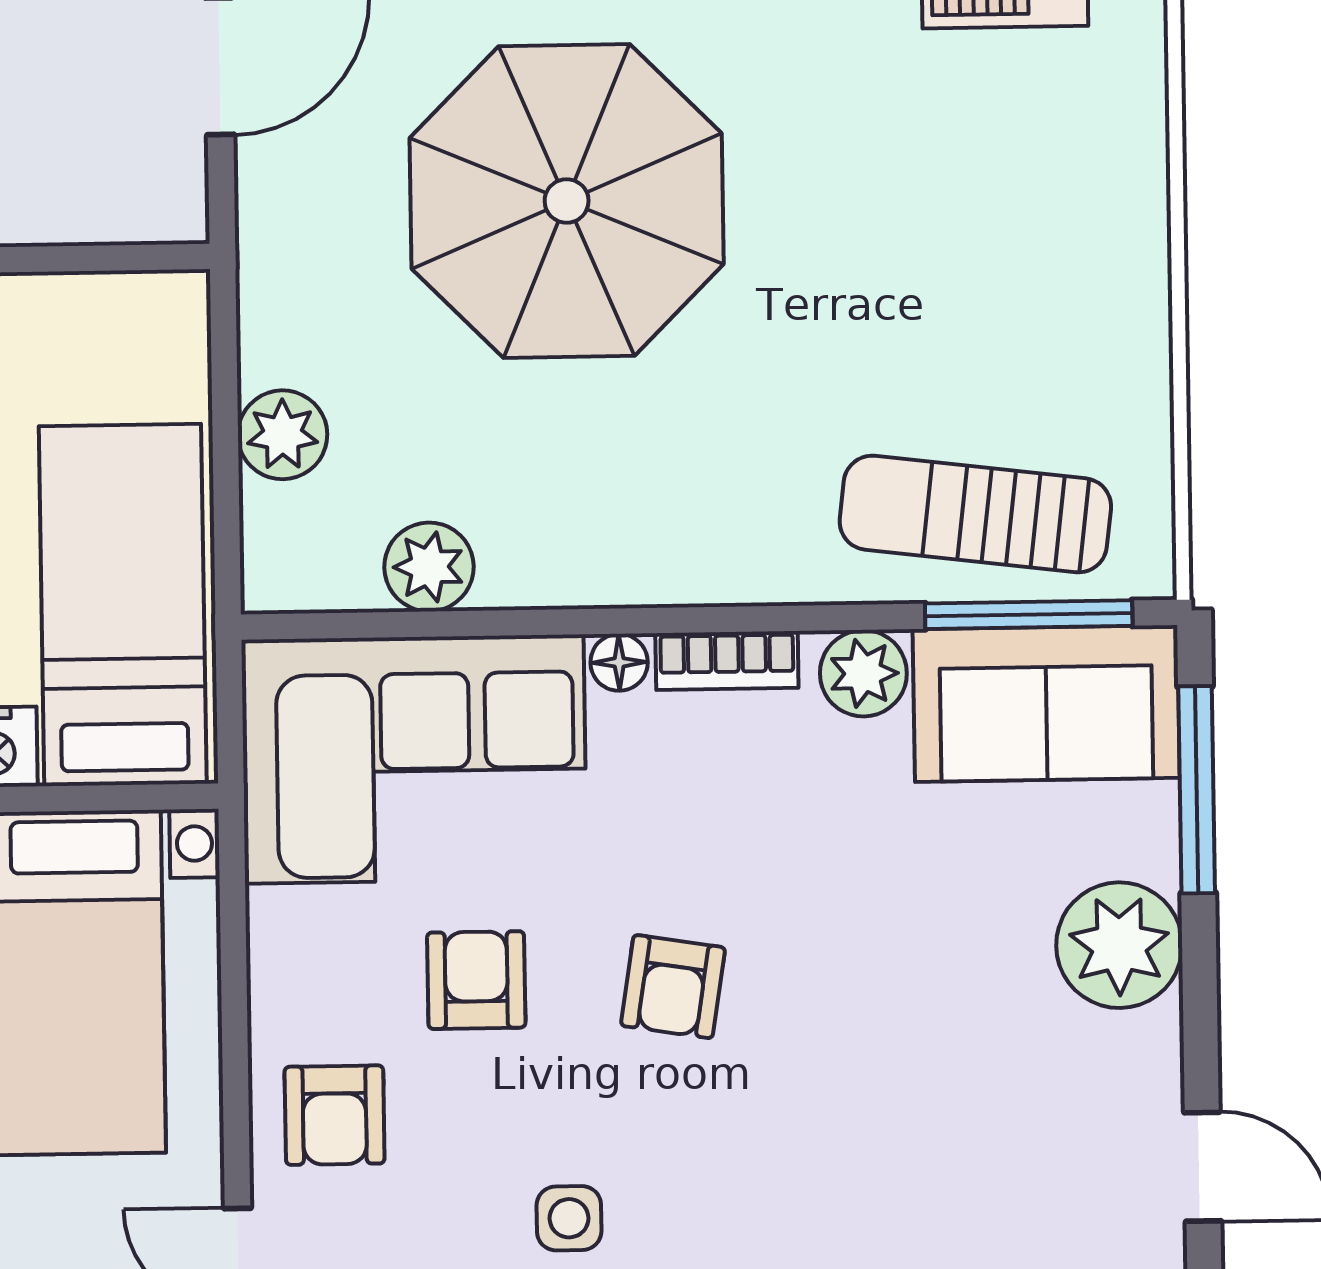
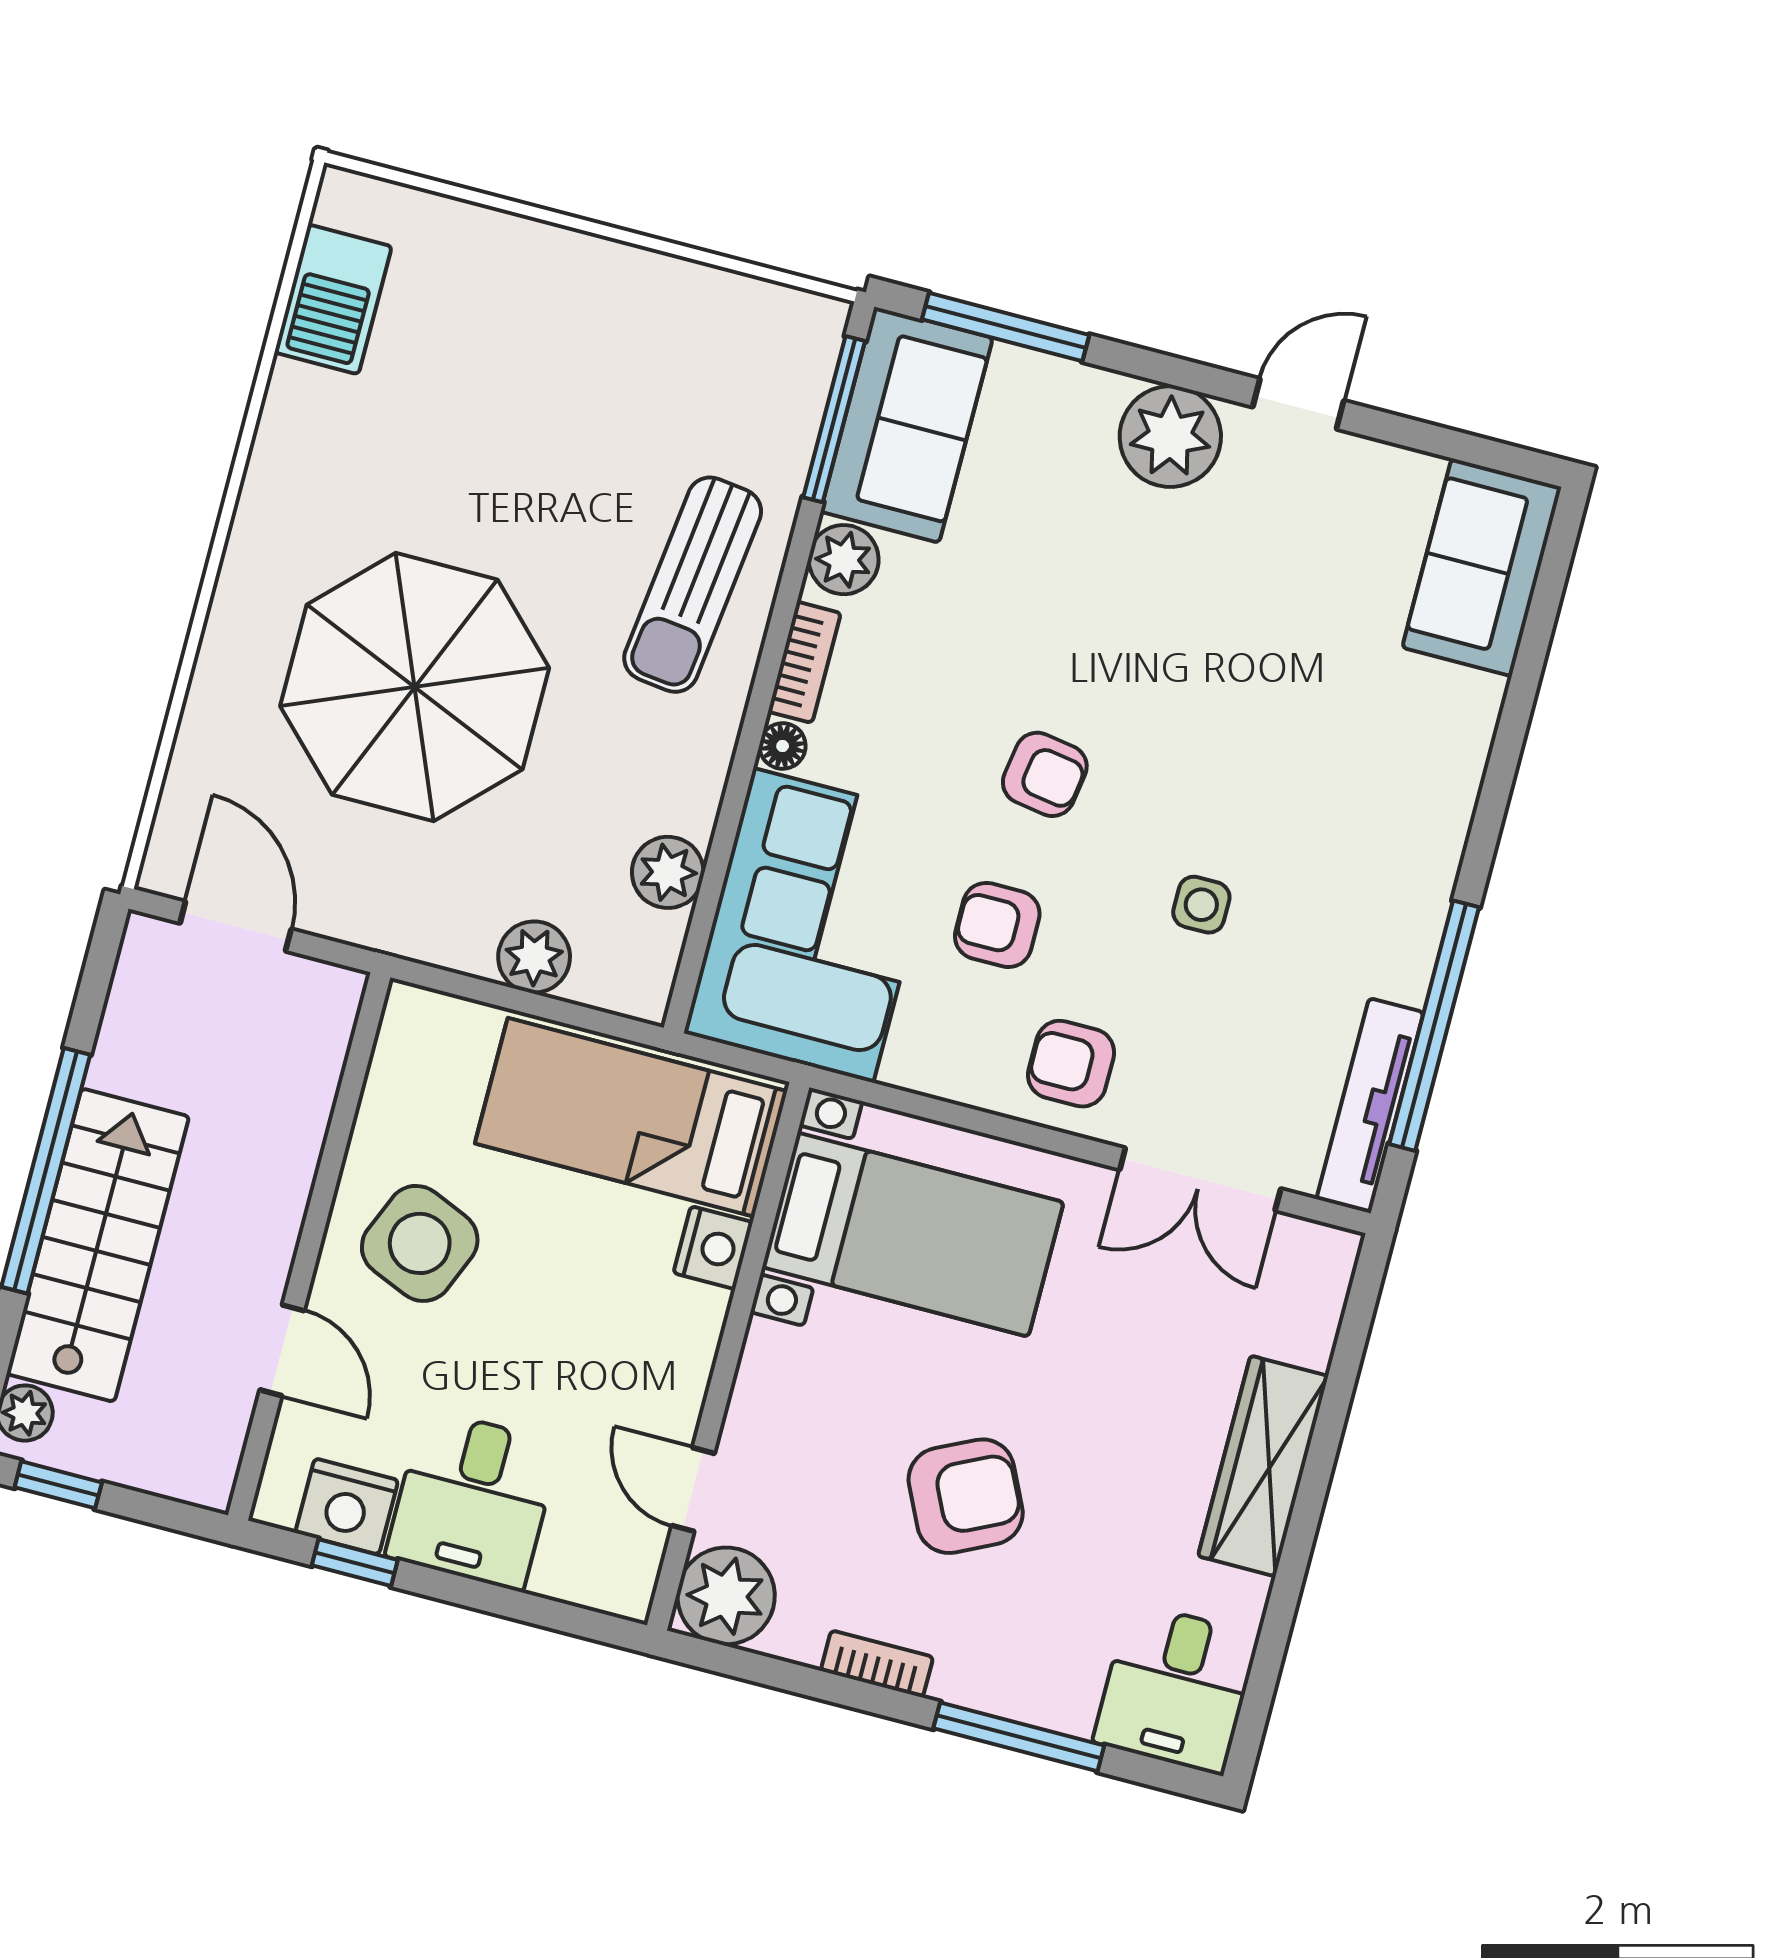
sun lounger: (975, 514) -> (693, 585), moved
plant: (1119, 945) -> (1170, 437), moved
armchair: (335, 1115) -> (1071, 1064), turned 180

